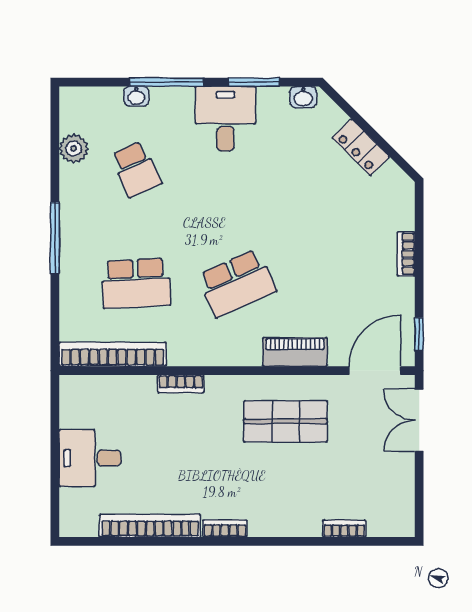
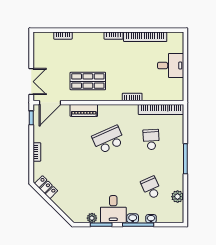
washbasin: (303, 97) -> (133, 218), moved
plant: (276, 98) -> (92, 218), added
locker: (361, 147) -> (46, 187), moved
school desk: (136, 283) -> (151, 140), width x0.54

